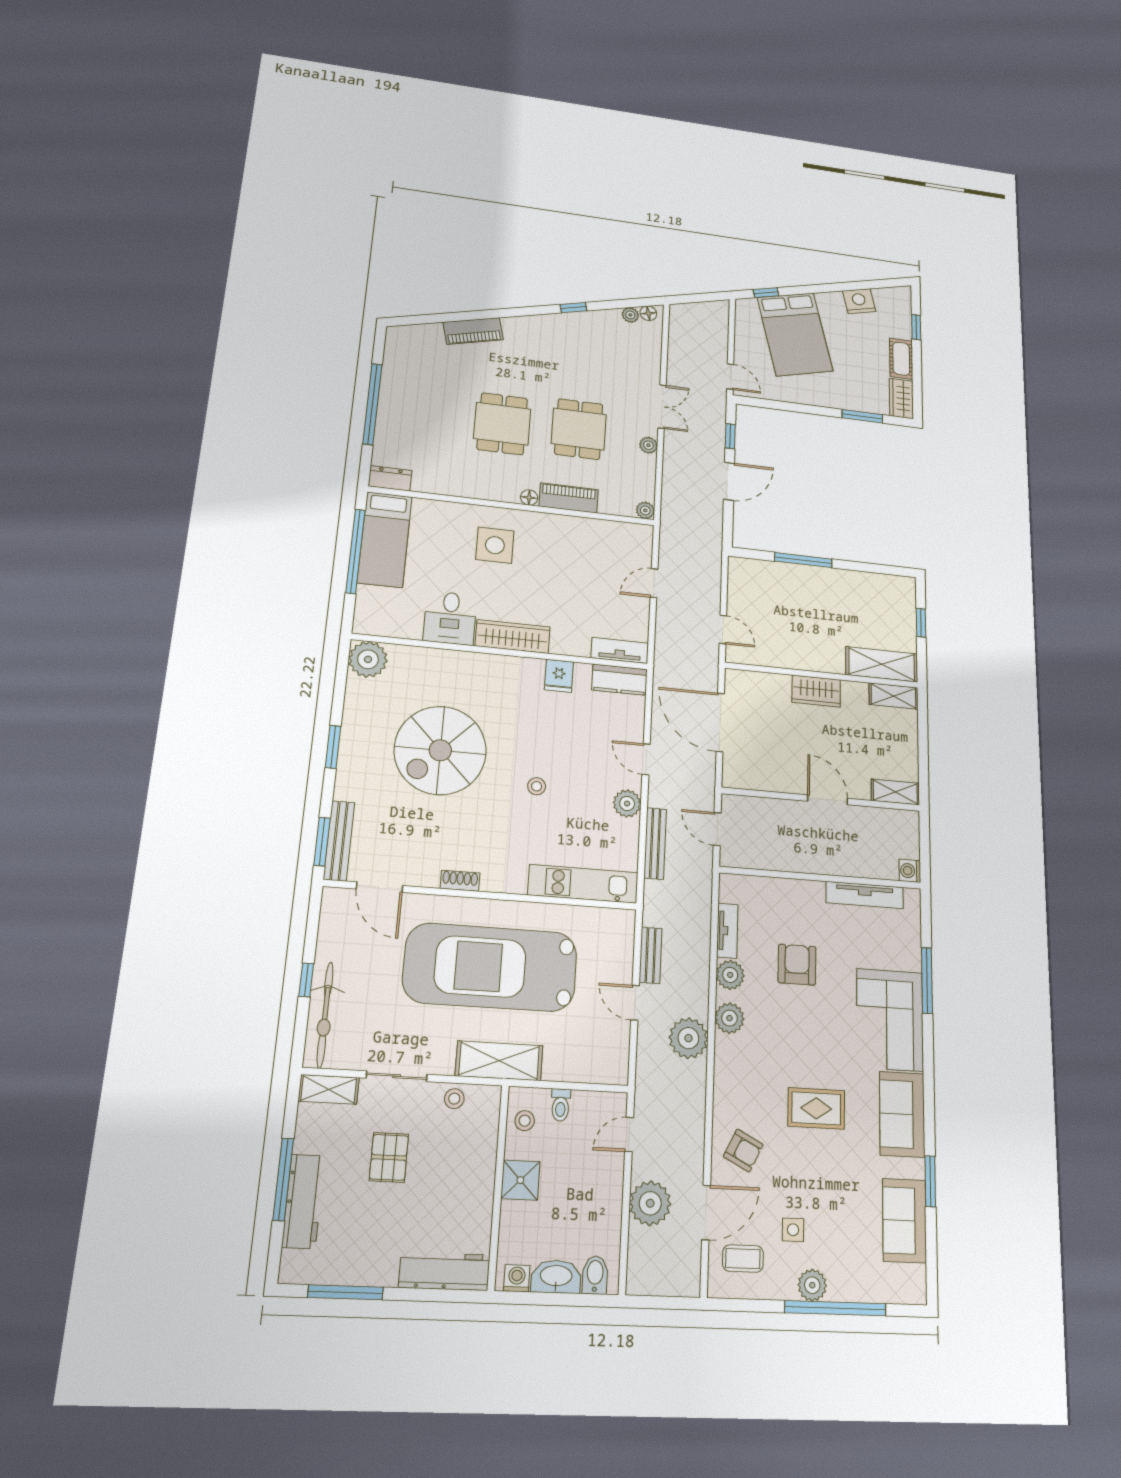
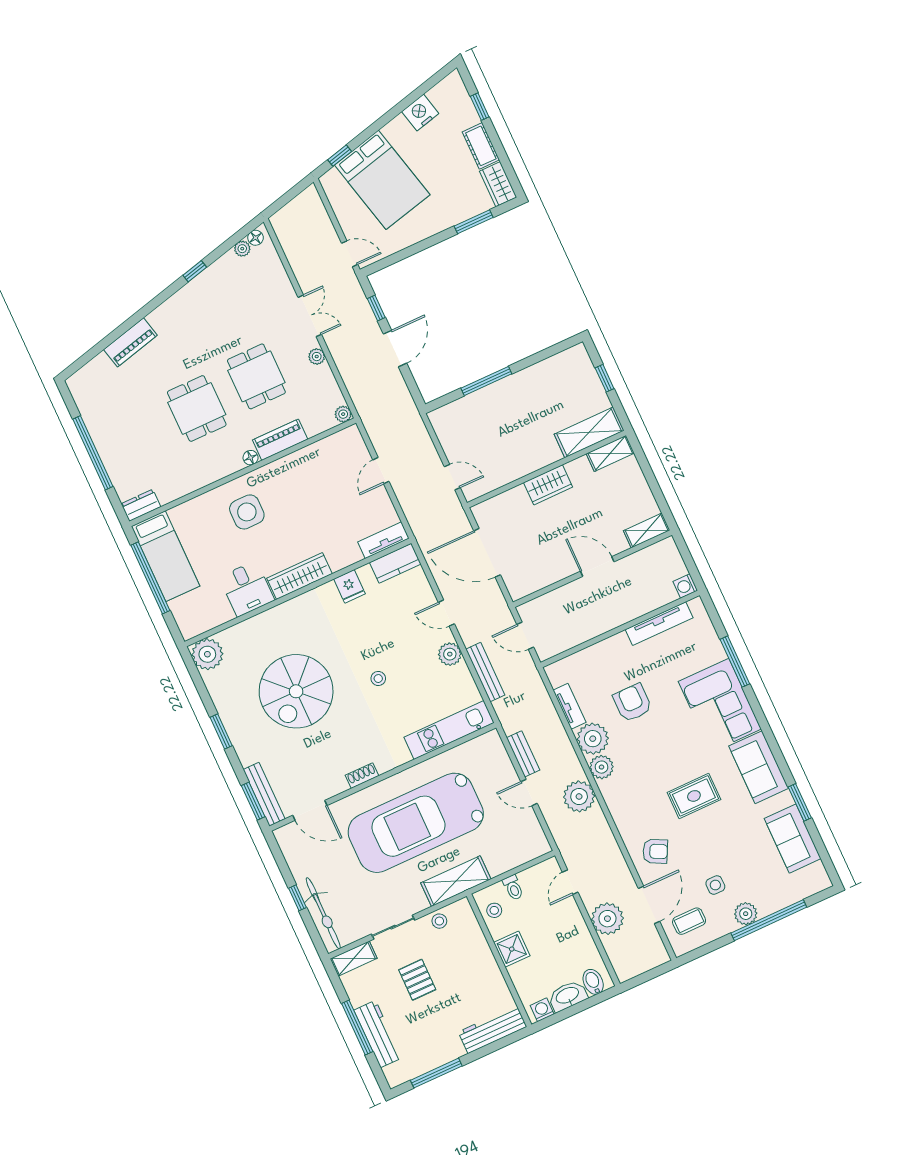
plant: (730, 975) -> (593, 739), width x1.36, depth x1.36

